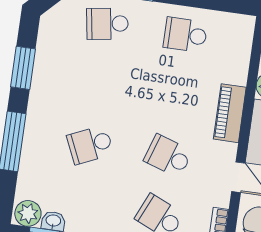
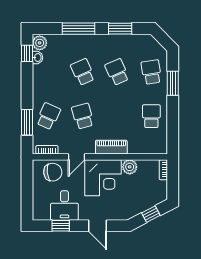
school desk: (99, 84) -> (117, 72), added
school desk: (168, 156) -> (83, 116), turned -33

